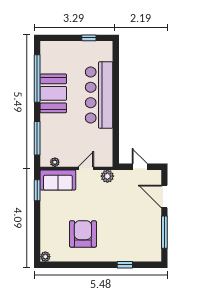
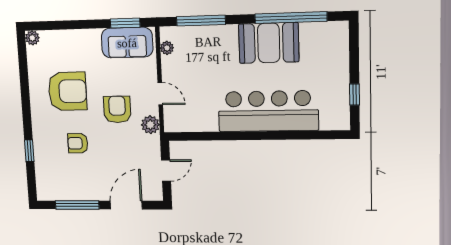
sofa: (58, 180) -> (127, 43), moved, turned -90
armchair: (96, 199) -> (117, 109), added
armchair: (120, 229) -> (78, 143), added

